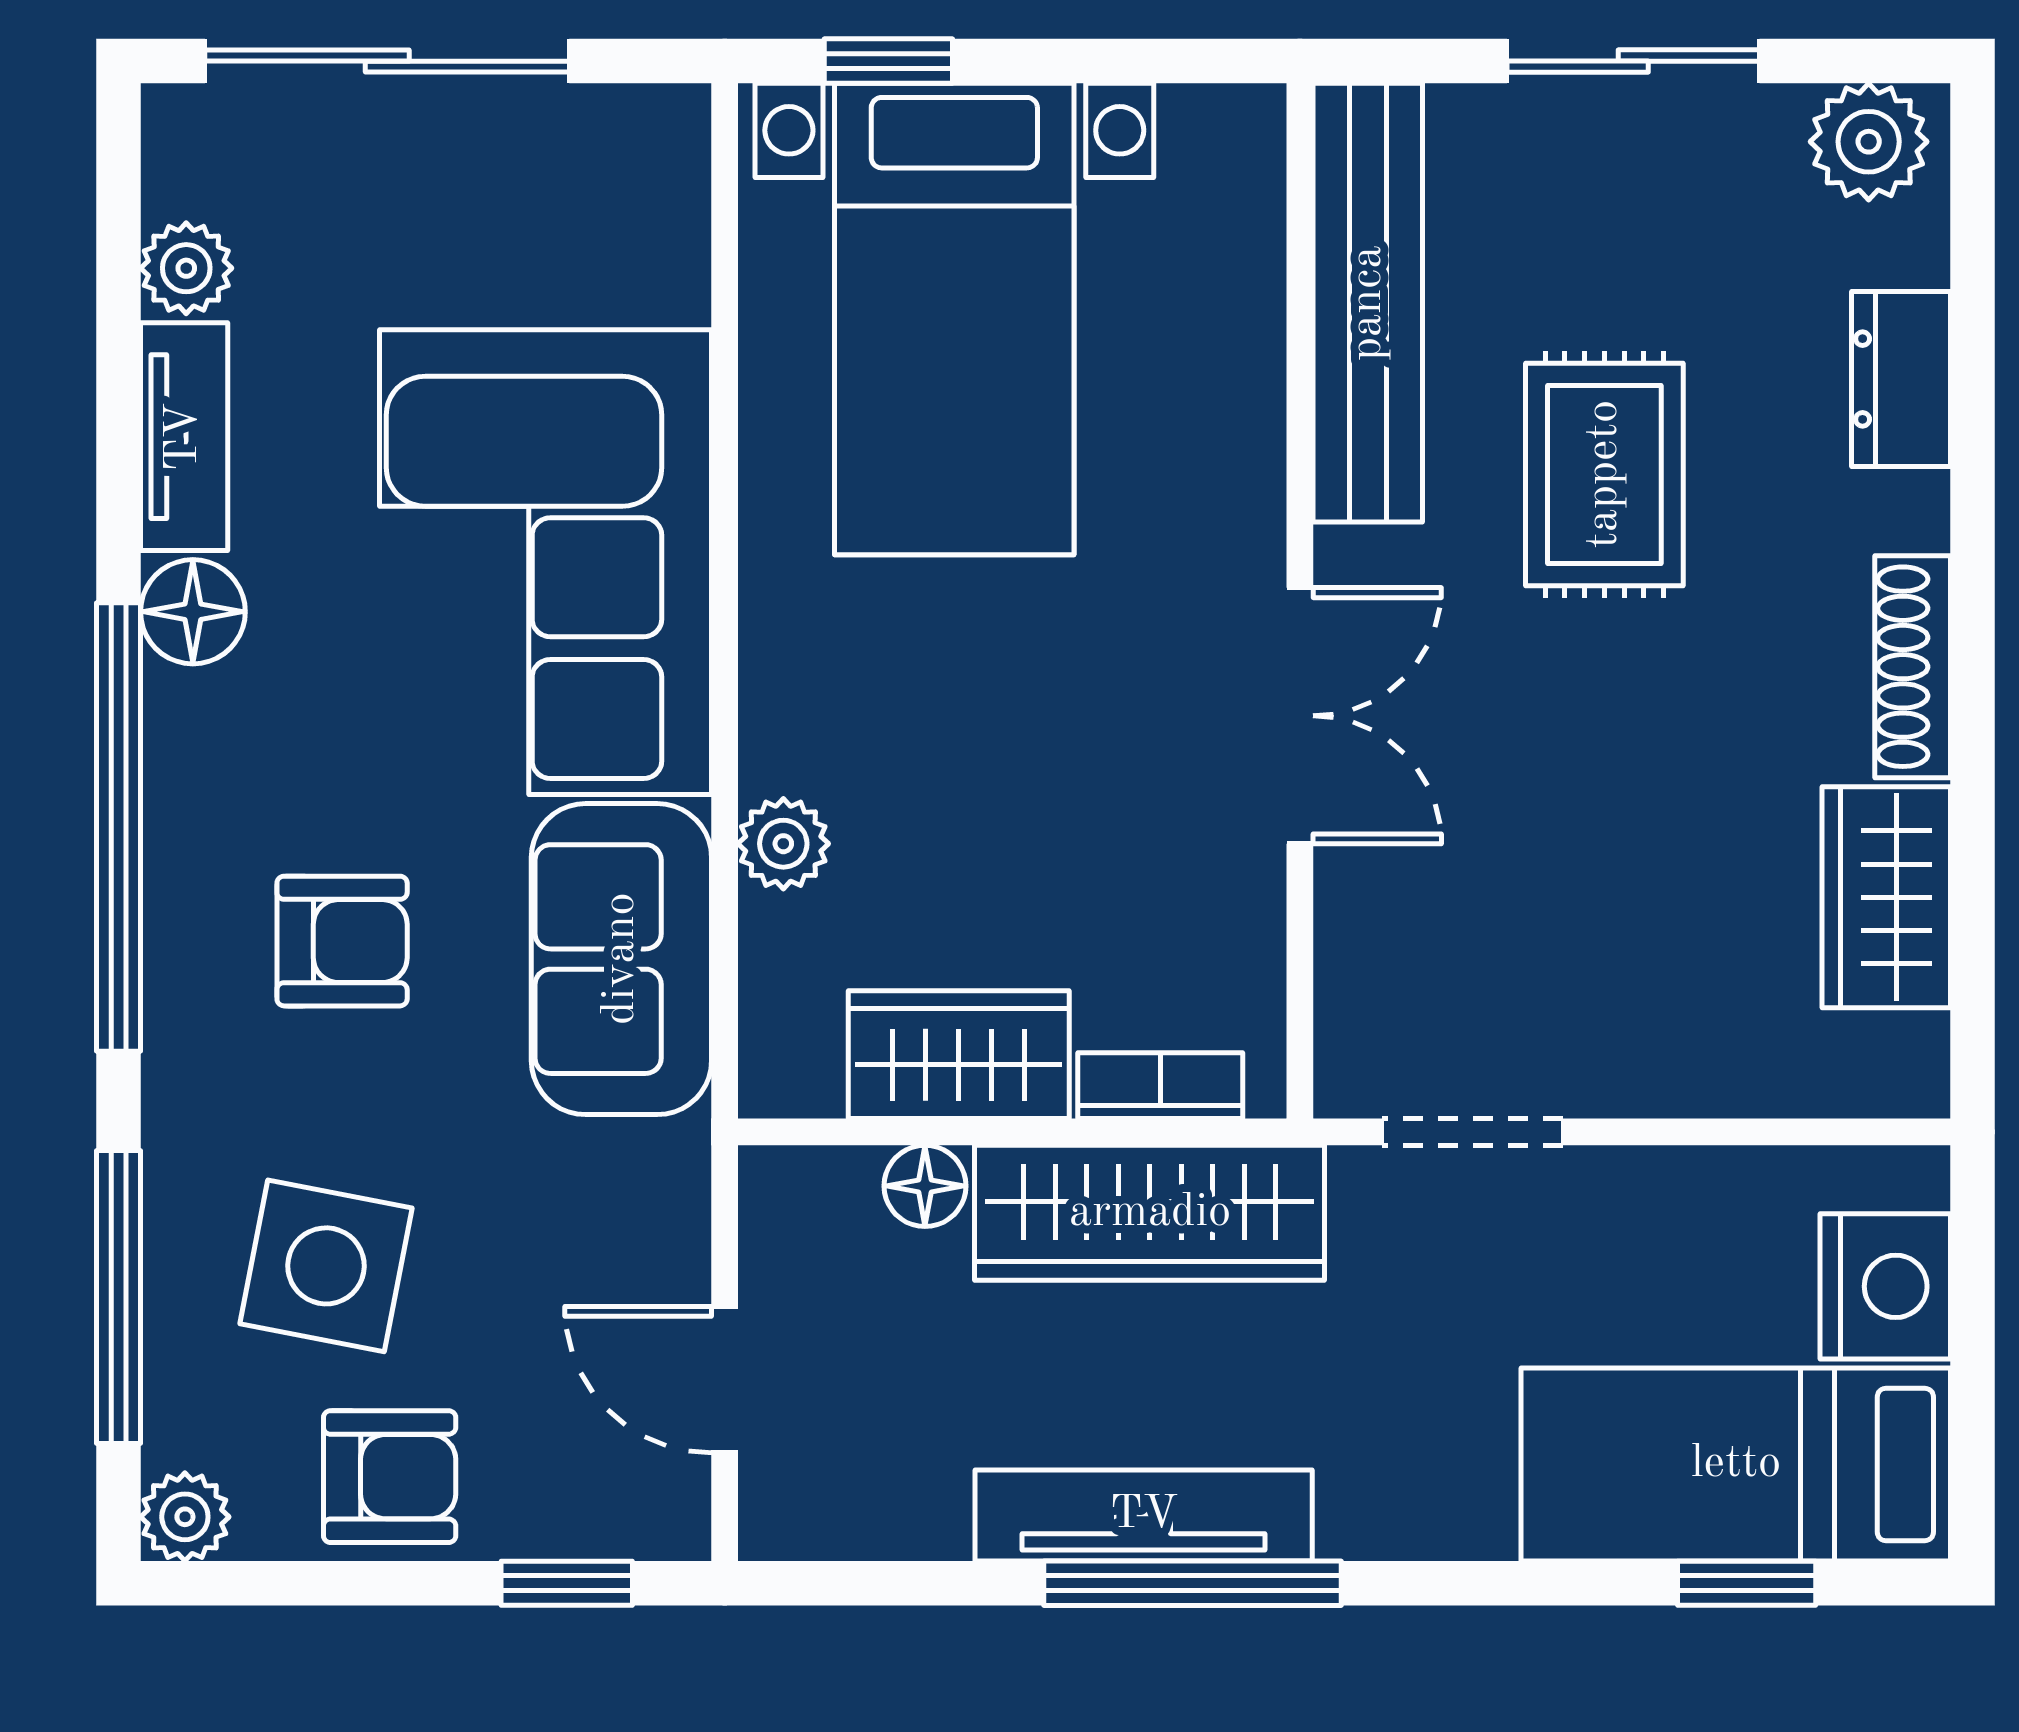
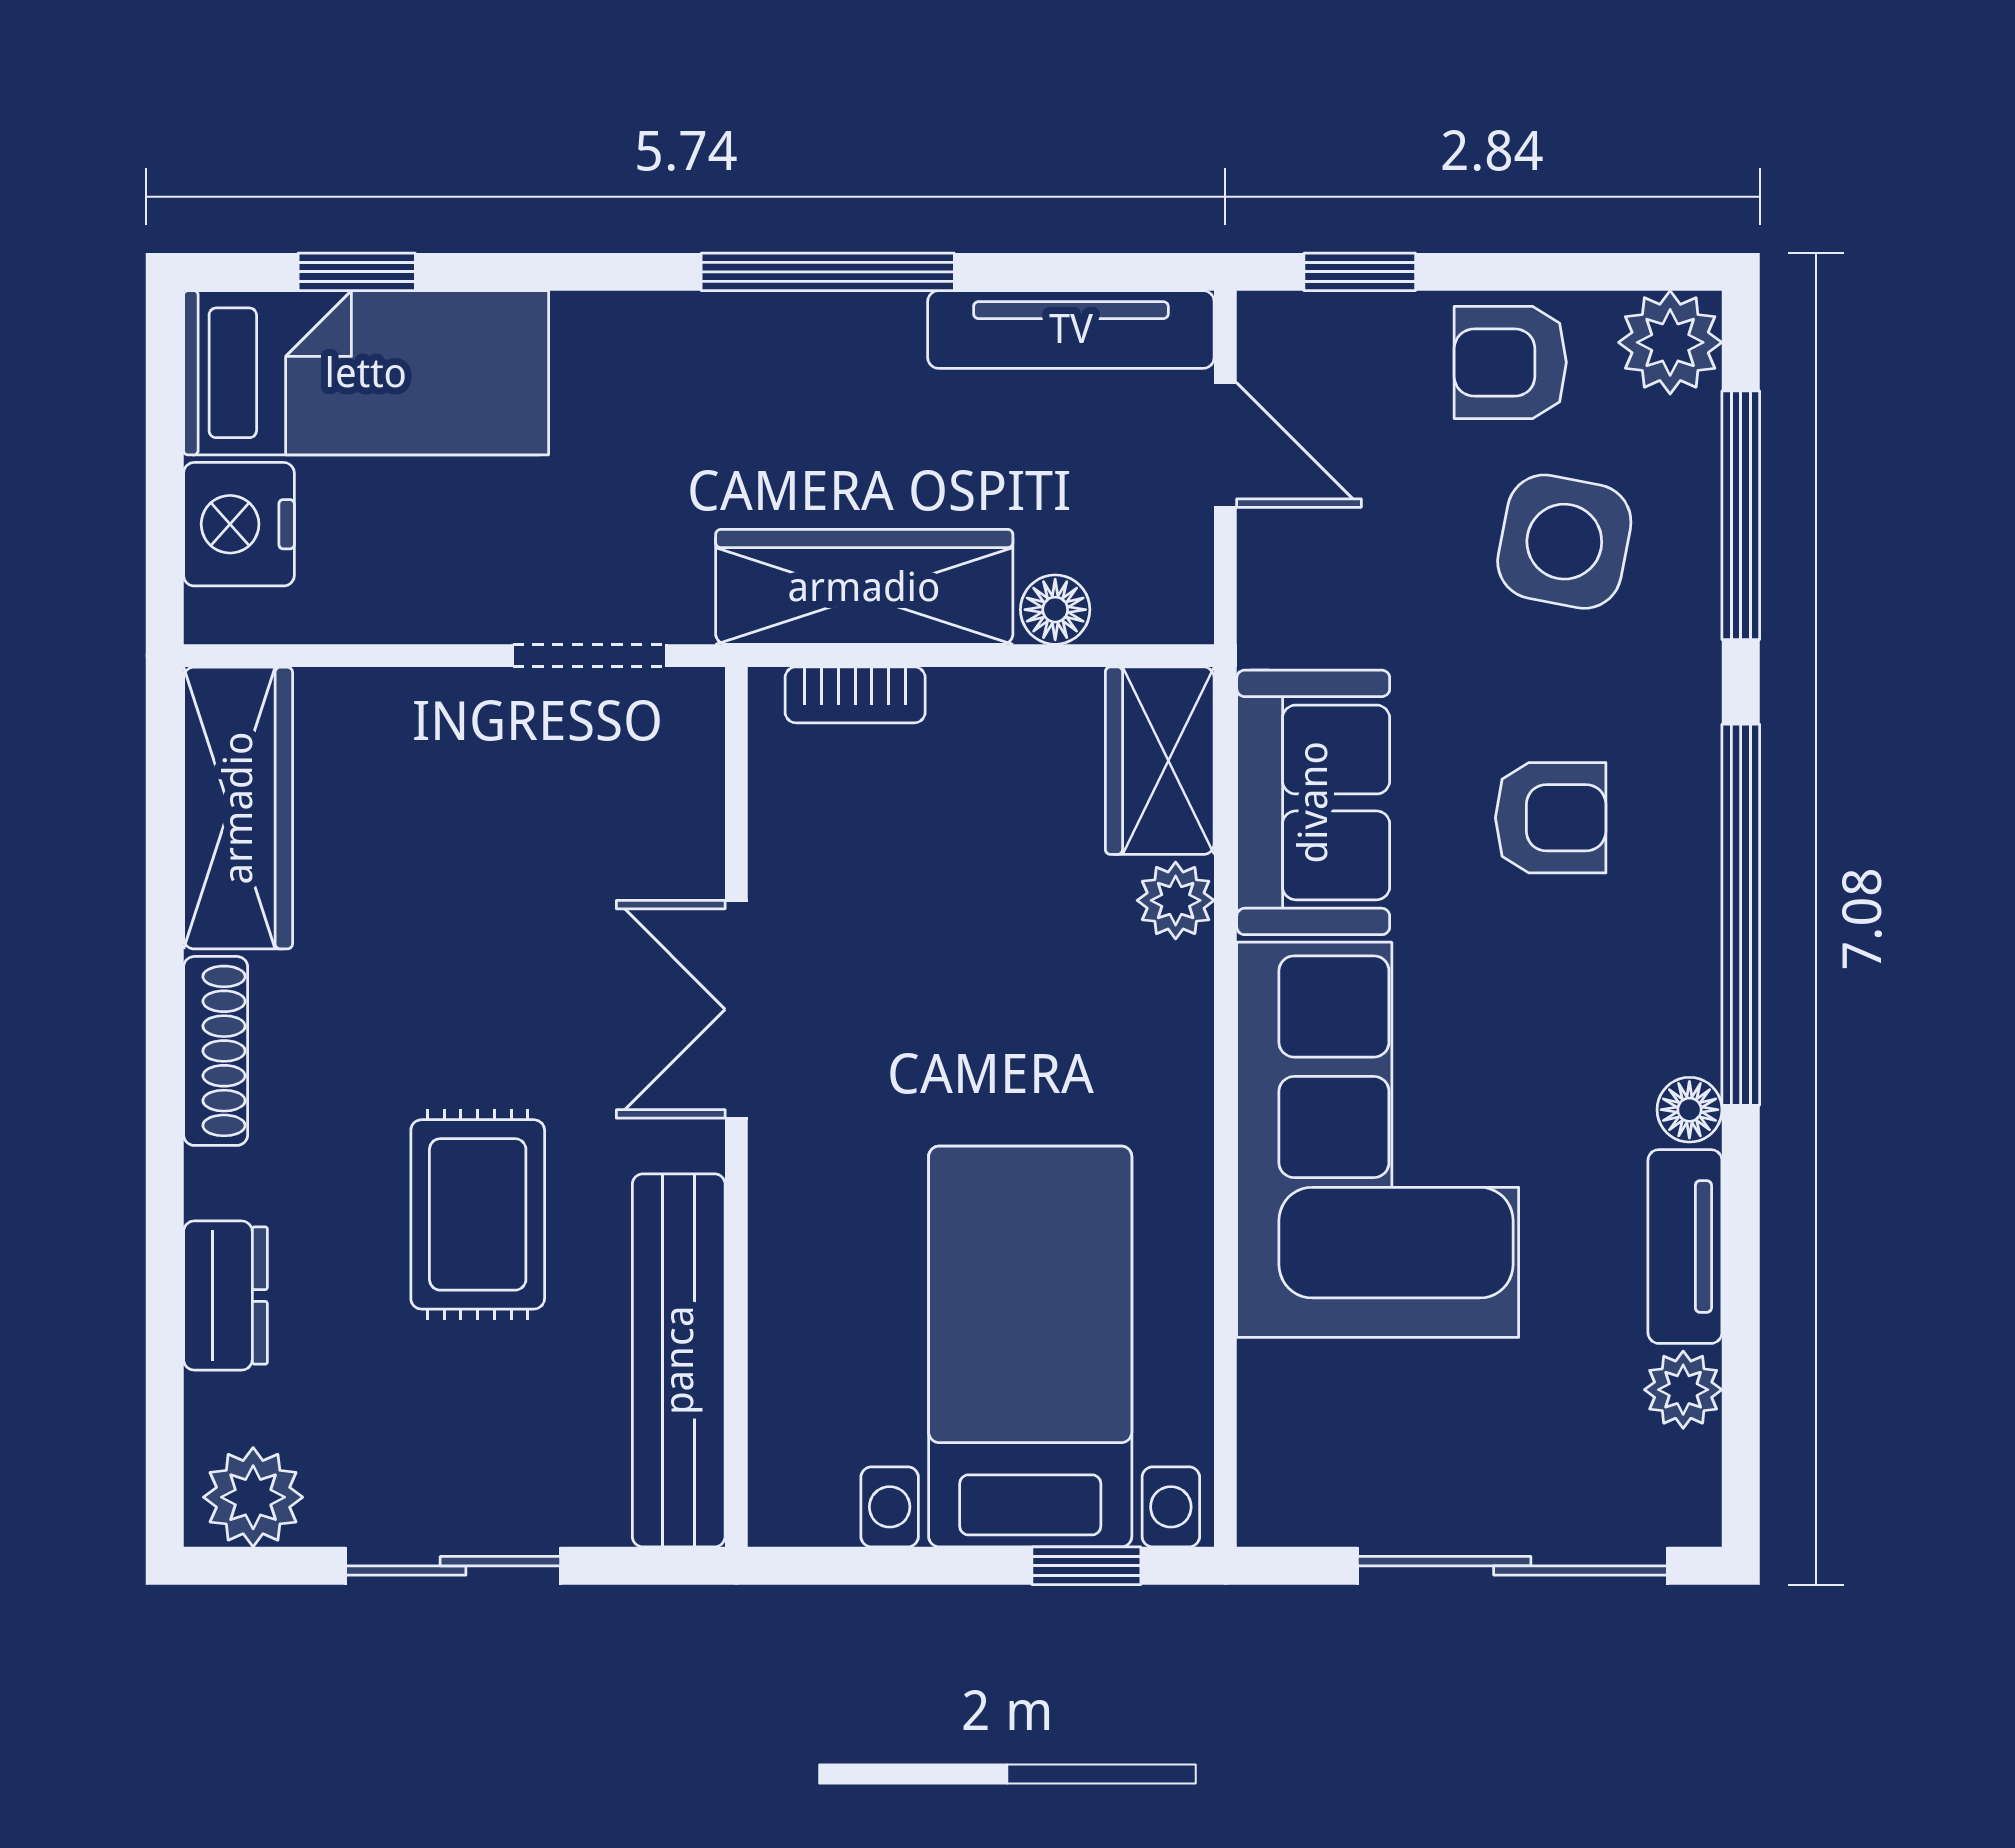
floor lamp: (193, 612) -> (1689, 1110), width x0.73, depth x0.73
wardrobe: (1886, 897) -> (238, 808), width x1.50
armchair: (342, 941) -> (1551, 818), turned 180
wardrobe: (959, 1055) -> (1160, 761), moved, turned 90
tv unit: (1144, 1515) -> (1071, 329), moved
plant: (185, 1517) -> (1670, 342), width x1.38, depth x1.38

